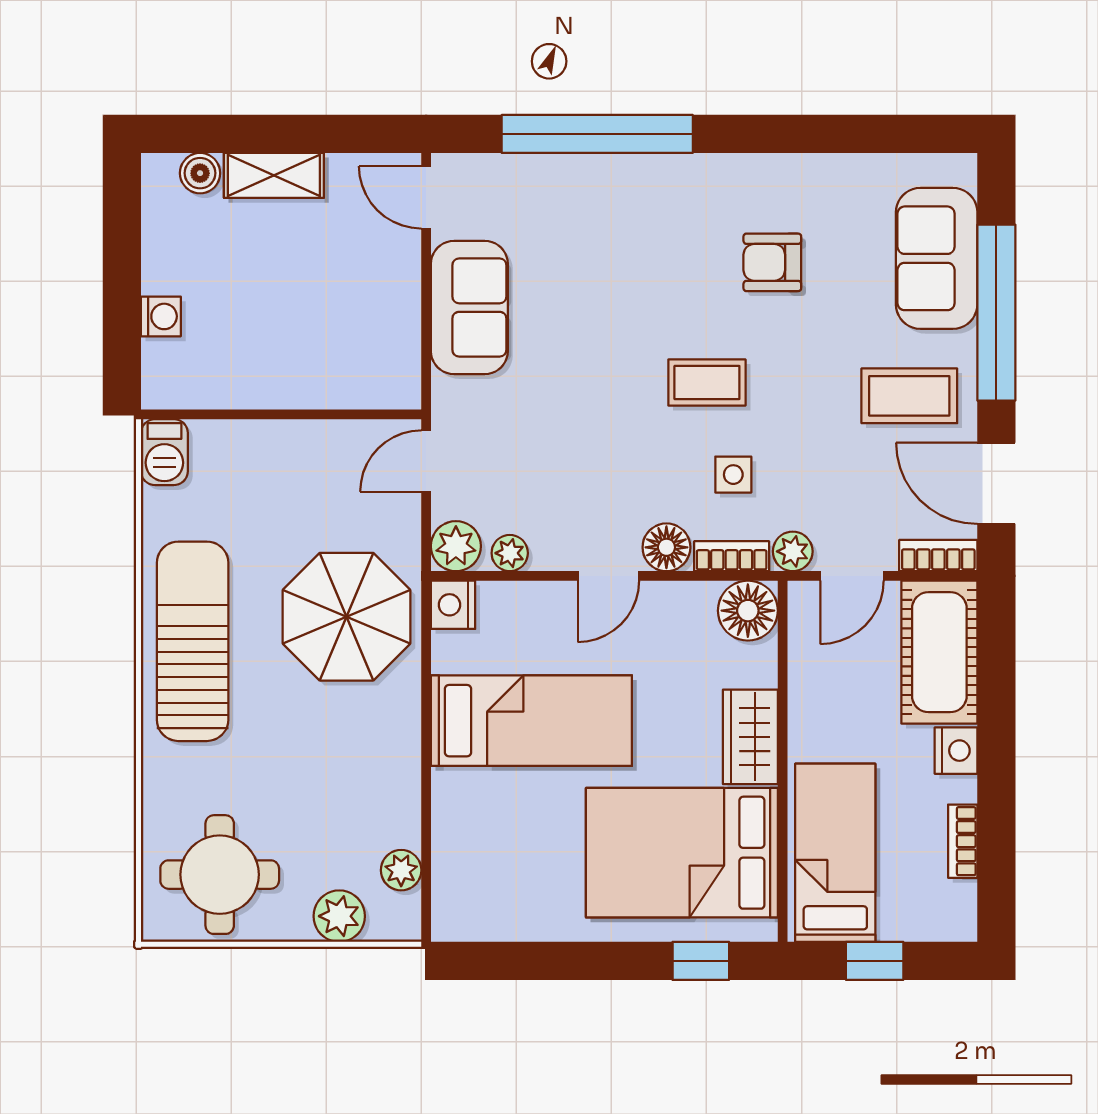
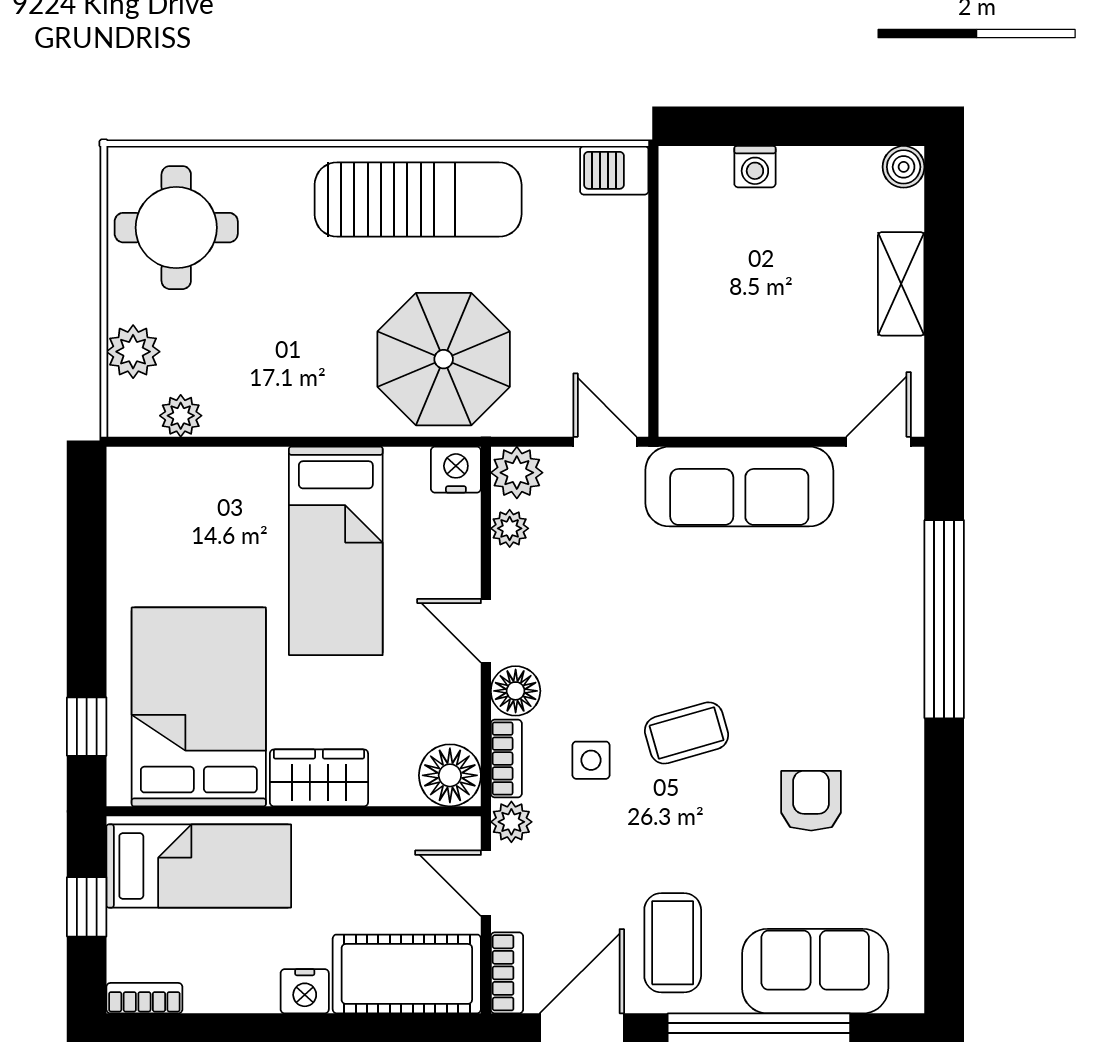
boiler: (200, 173) -> (904, 167), moved
sofa: (469, 308) -> (739, 487), width x1.36
coffee table: (707, 383) -> (686, 733), turned 74
bookcase: (963, 841) -> (144, 998), moved

